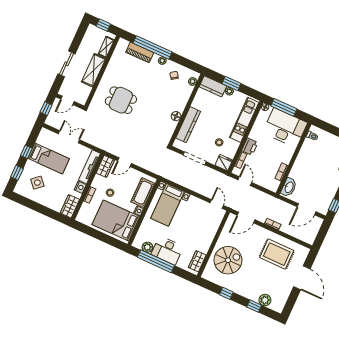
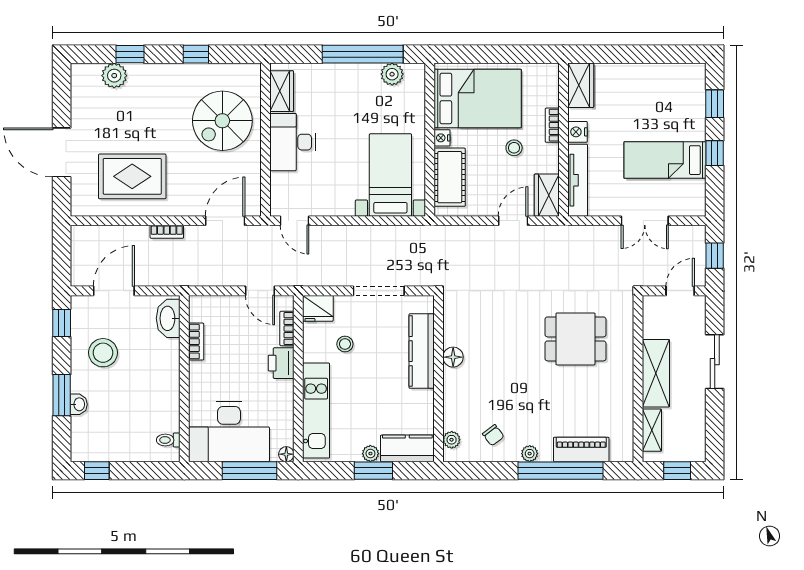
side table: (37, 183) -> (666, 103), removed
stool: (323, 185) -> (103, 353), added
desk: (167, 250) -> (292, 142), moved, turned -90

